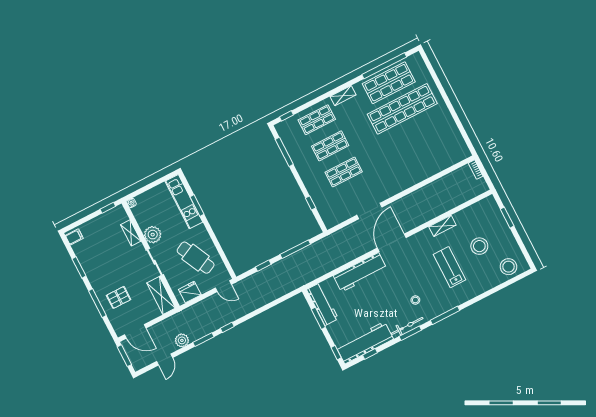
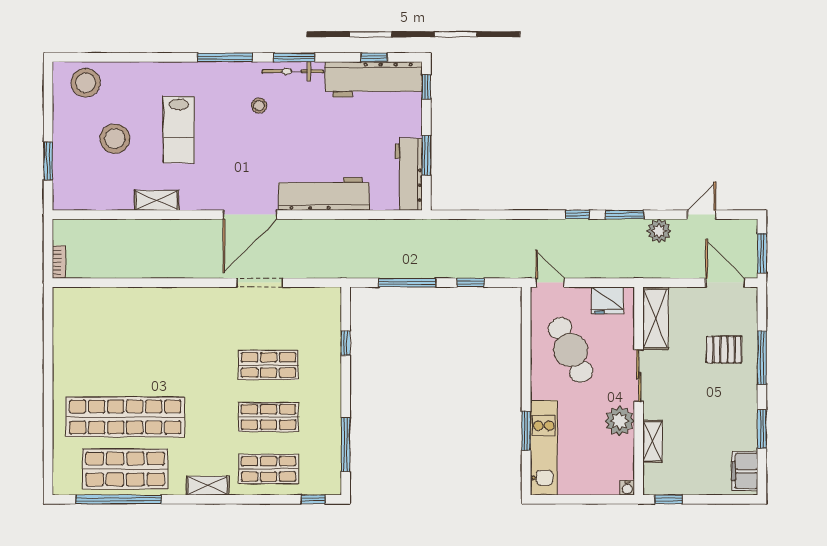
filing cabinet: (74, 237) -> (745, 471), width x2.00

